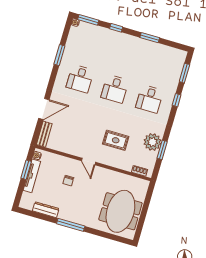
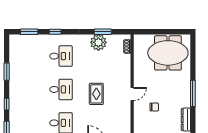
rug: (116, 140) -> (96, 94), moved

